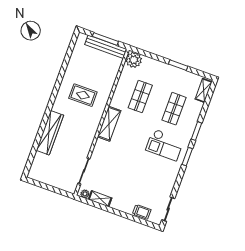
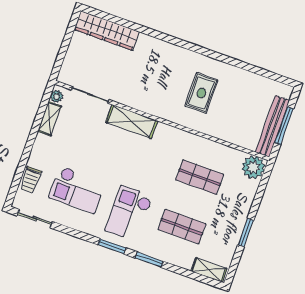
shelving: (109, 124) -> (132, 122), moved
wardrobe: (50, 133) -> (107, 31), moved
checkout: (148, 180) -> (77, 190), added

